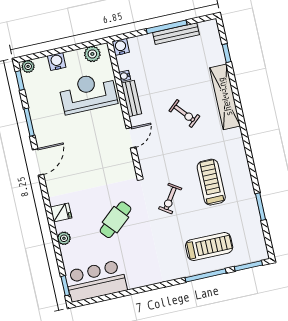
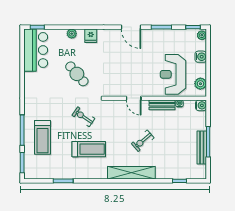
reception desk: (88, 93) -> (173, 74), turned 180
shelving: (225, 97) -> (131, 173), moved

